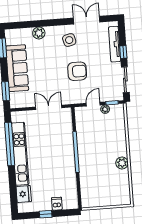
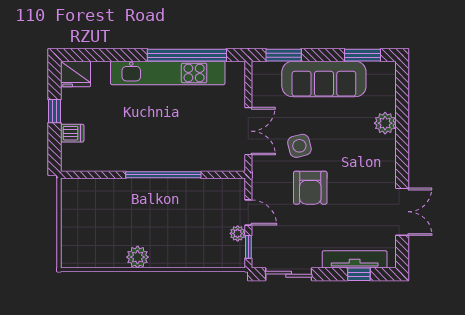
side table: (69, 40) -> (299, 146), moved
window: (123, 52) -> (359, 274), moved
fridge: (24, 194) -> (75, 74), moved

